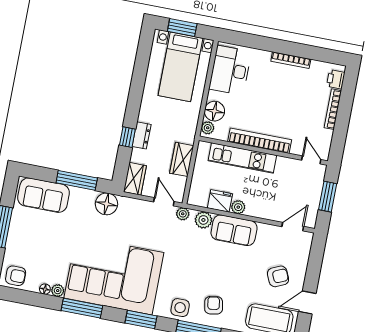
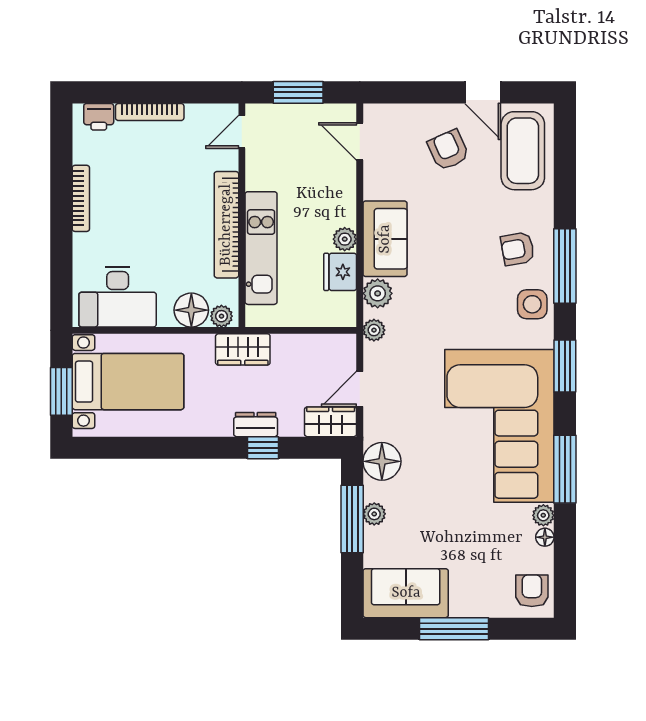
wardrobe: (182, 159) -> (243, 349), moved
plant: (77, 194) -> (374, 514), added
sofa: (44, 195) -> (406, 593), moved, turned -90
door: (164, 202) -> (360, 389), moved

